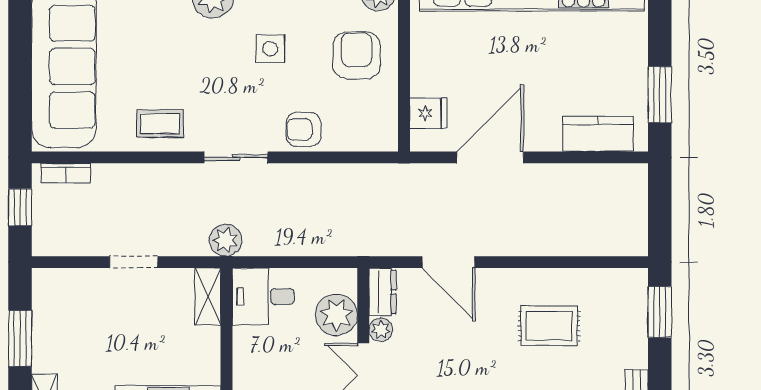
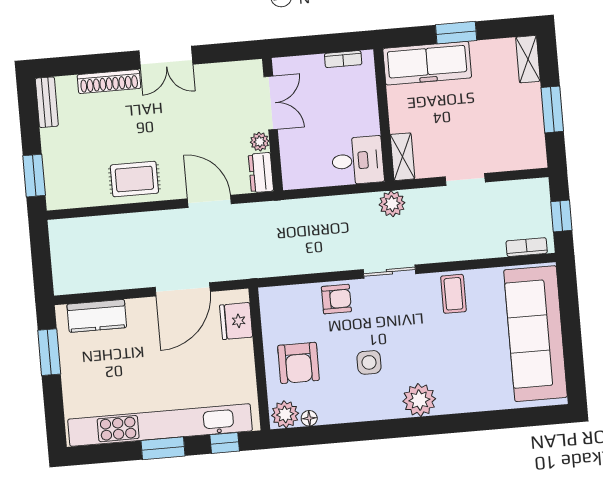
fridge: (428, 113) -> (236, 321), width x1.38
coffee table: (160, 124) -> (453, 294), turned 90
plant: (336, 315) -> (297, 151), removed
rug: (549, 326) -> (134, 179), moved

